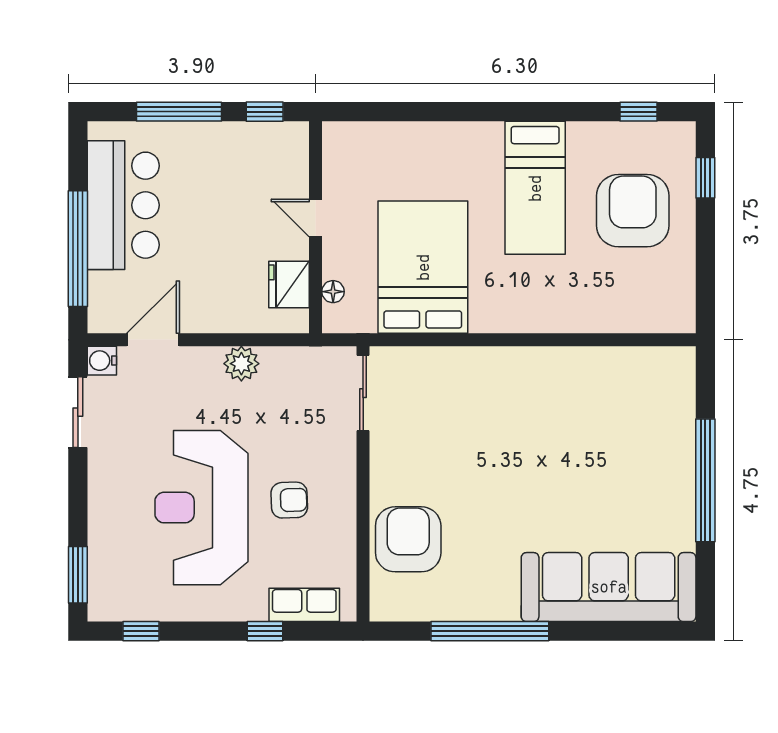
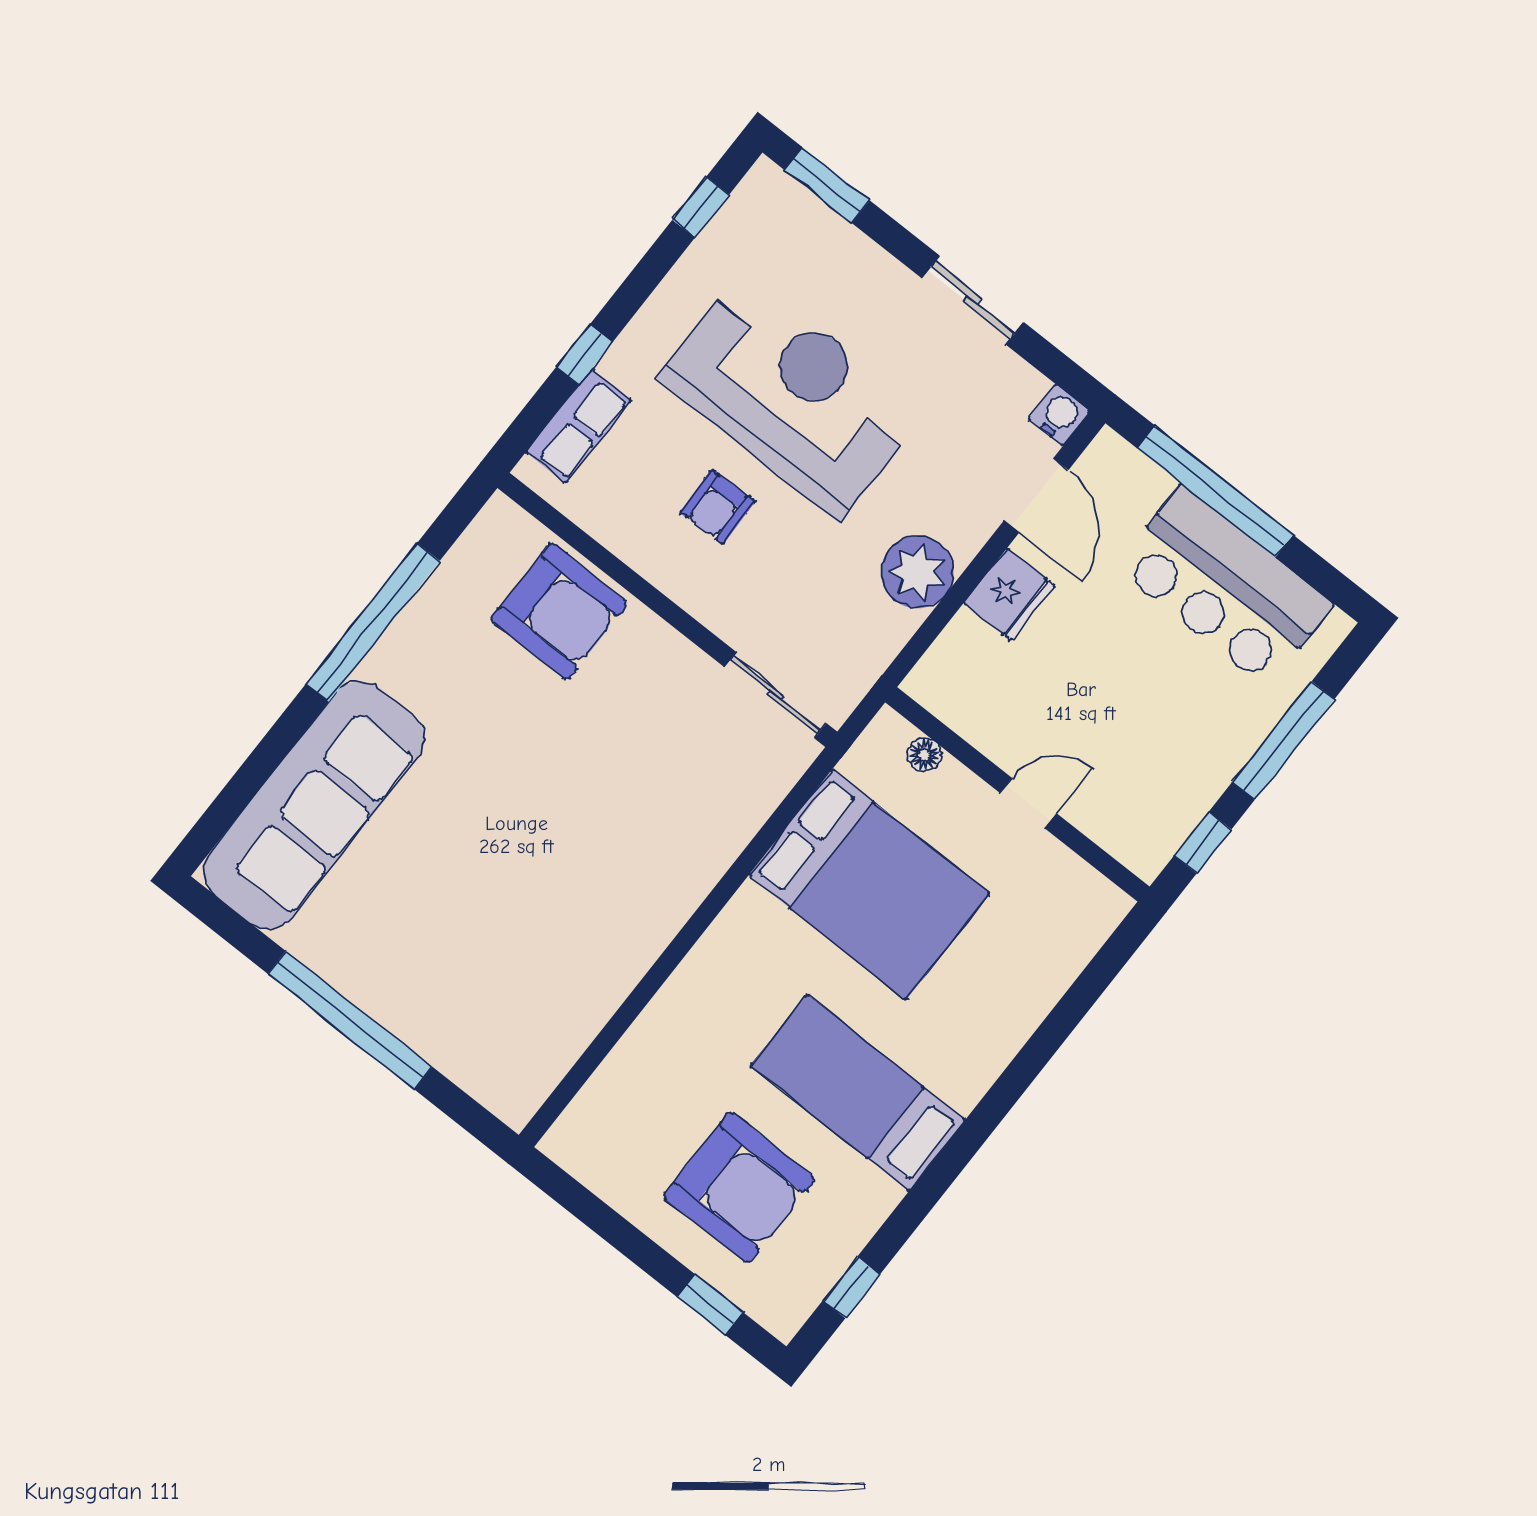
fridge: (289, 284) -> (1009, 594), moved, turned 90
plant: (241, 364) -> (917, 572), width x1.36, depth x1.36
sliding door: (78, 412) -> (973, 300), moved

